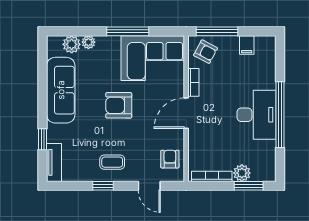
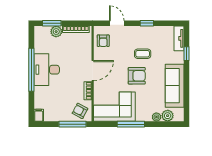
filing cabinet: (247, 45) -> (39, 115), moved
coffee table: (112, 162) -> (143, 54), moved

